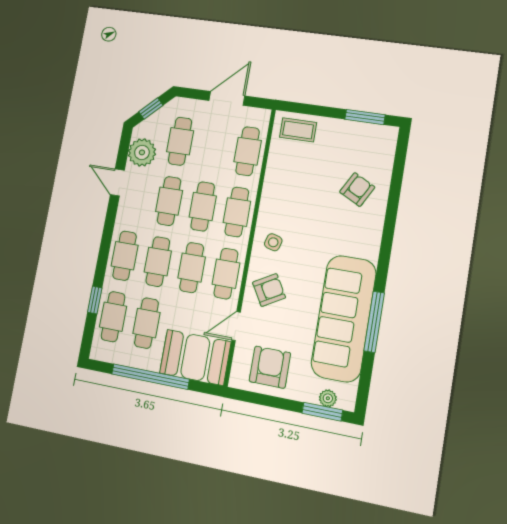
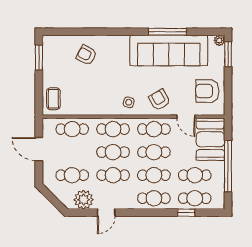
window: (151, 109) -> (53, 199), removed
plant: (328, 398) -> (219, 40), moved

